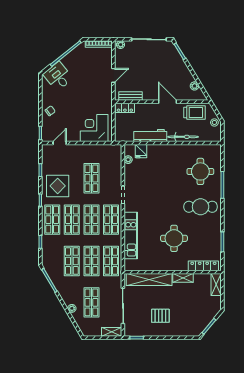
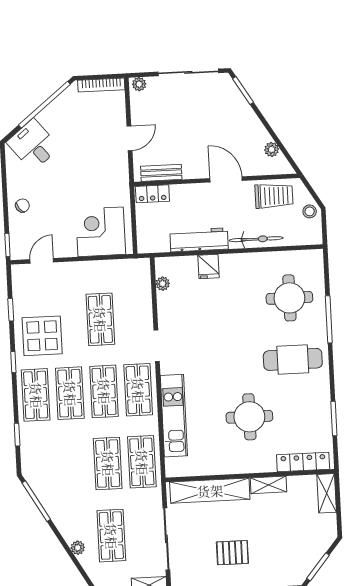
fridge: (141, 151) -> (209, 266), moved
shop shelf: (72, 261) -> (73, 465), removed

